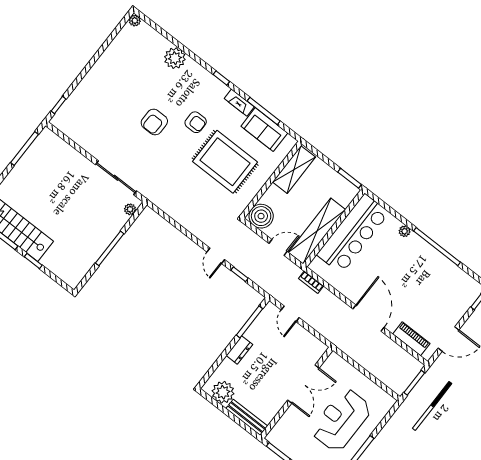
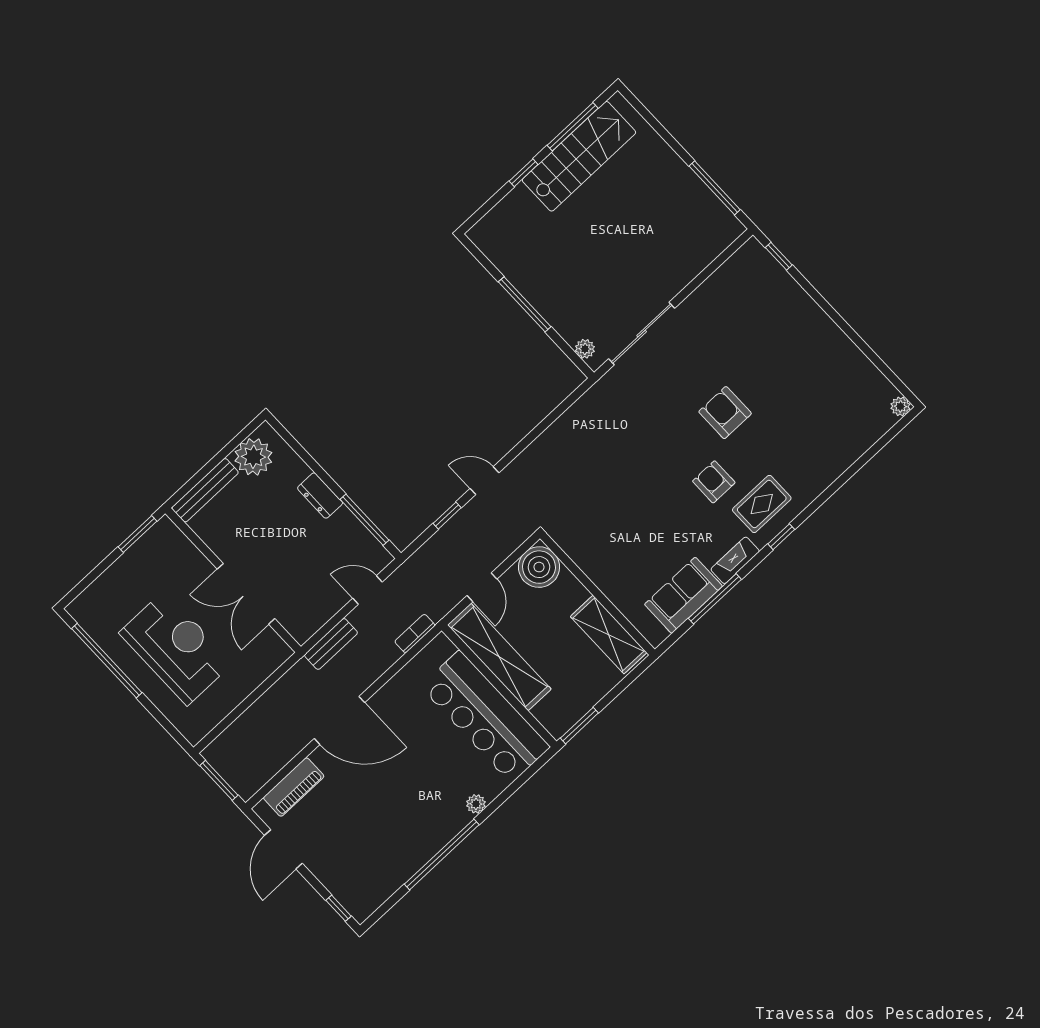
plant: (175, 58) -> (827, 464), removed
armchair: (196, 122) -> (714, 482), turned 90
rug: (225, 162) -> (762, 504), moved, width x0.54, depth x0.49
bench: (325, 330) -> (331, 644), added

